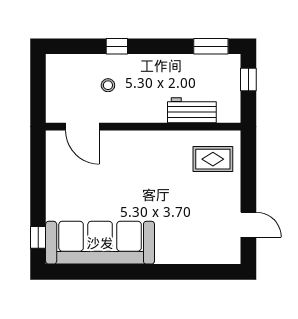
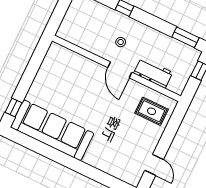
stool: (108, 85) -> (121, 42), moved
door: (82, 127) -> (120, 70), moved

